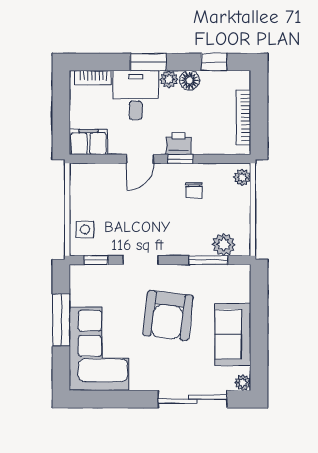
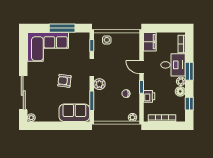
printer: (179, 144) -> (149, 96), moved
plant: (224, 244) -> (99, 84), moved
armchair: (168, 315) -> (64, 81), width x0.53, depth x0.53
sofa: (233, 334) -> (74, 113), moved

